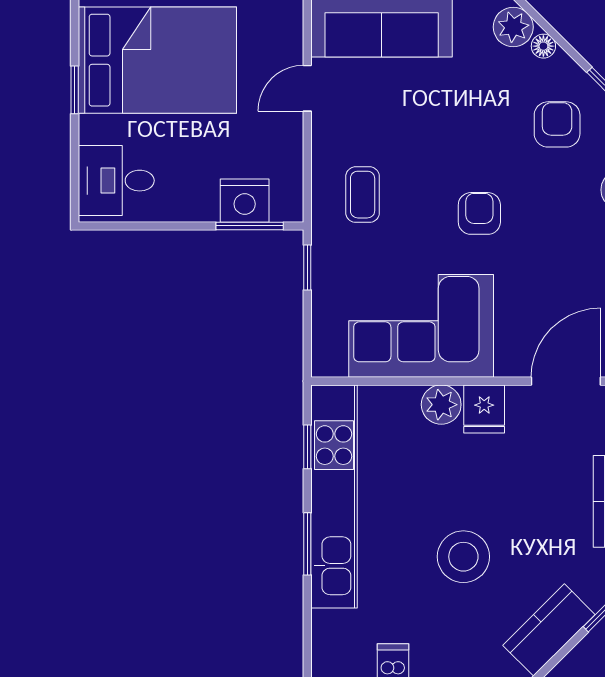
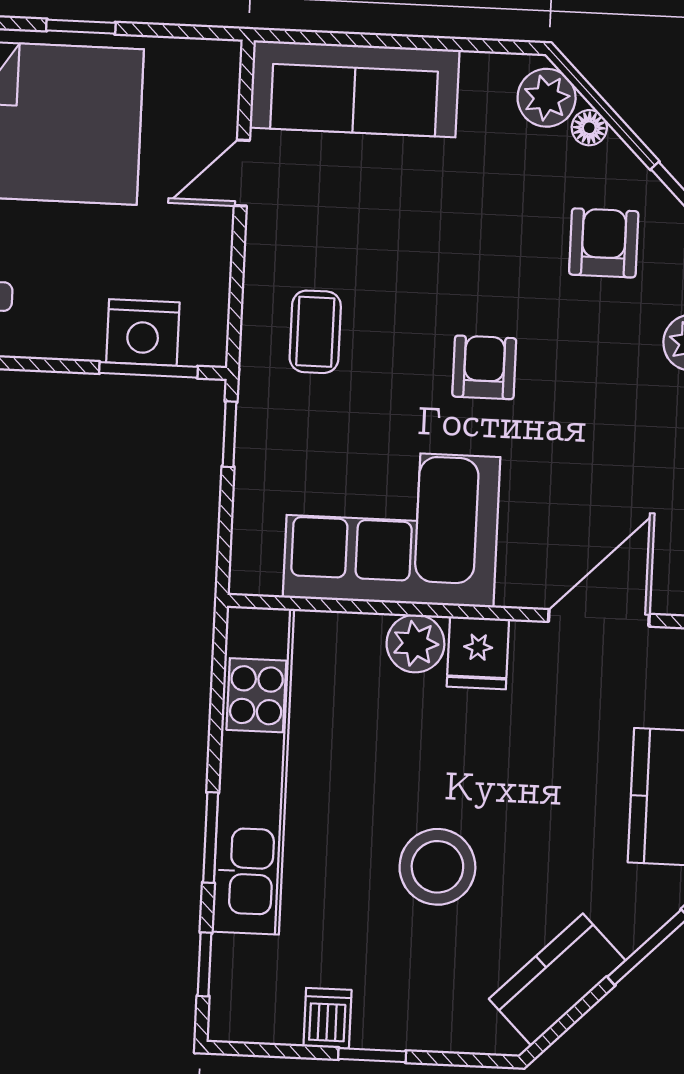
window: (307, 447) -> (205, 964), moved

